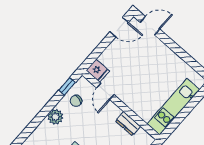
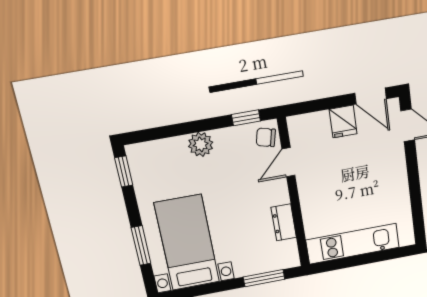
fridge: (98, 71) -> (343, 122), moved
chair: (76, 101) -> (266, 137), moved

